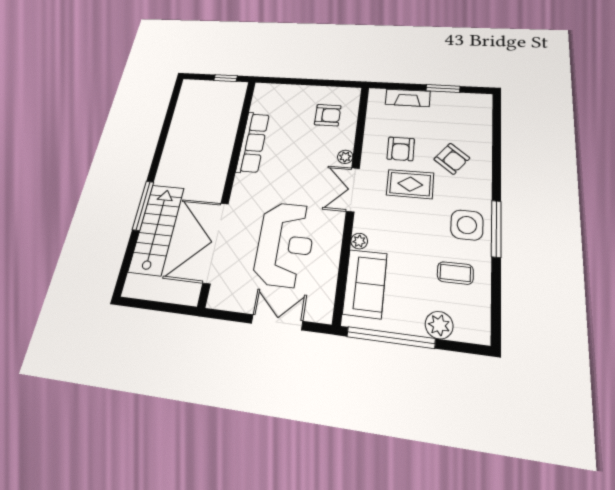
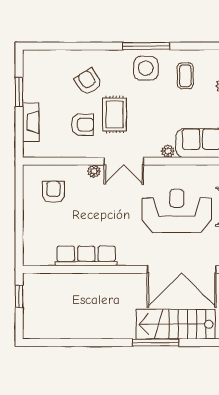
armchair: (452, 159) -> (88, 82), turned -71

